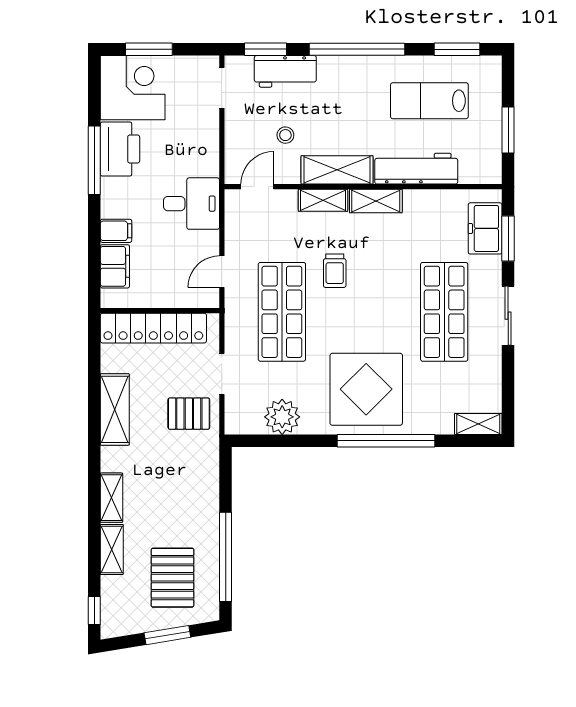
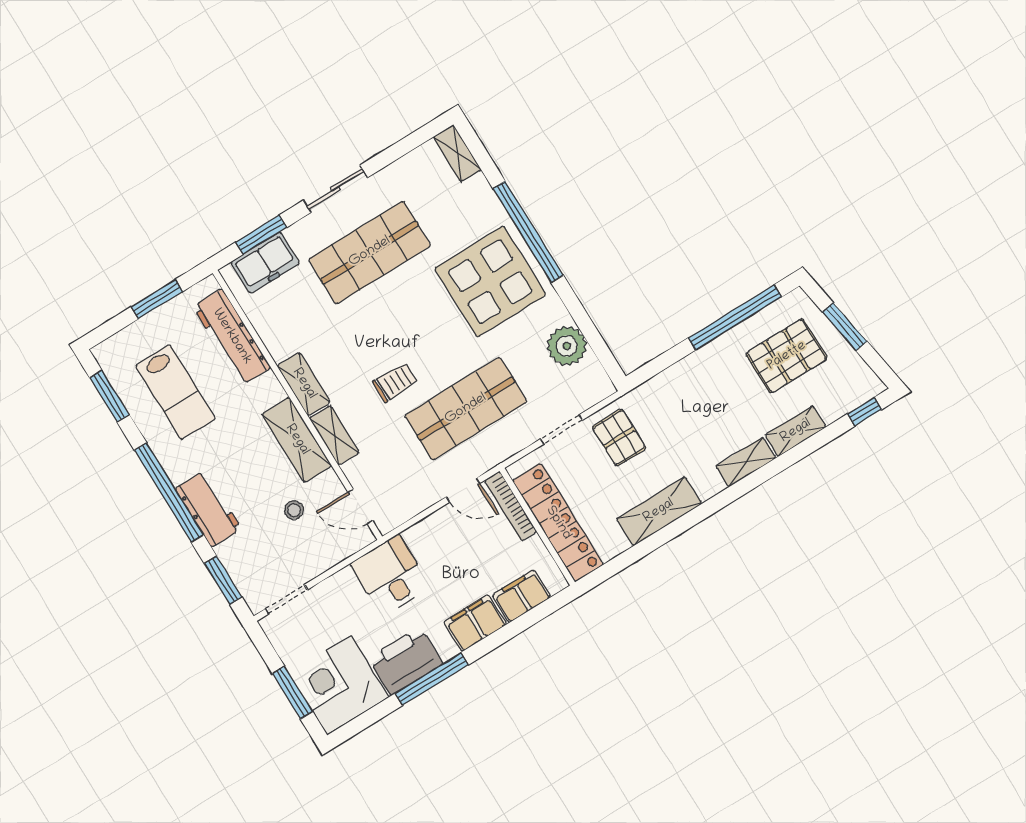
workbench: (285, 71) -> (208, 509), moved
workbench: (416, 169) -> (232, 337), moved
desk: (191, 204) -> (390, 575), moved
filing cabinet: (116, 231) -> (475, 623), width x2.00
bookcase: (188, 300) -> (511, 506), added

